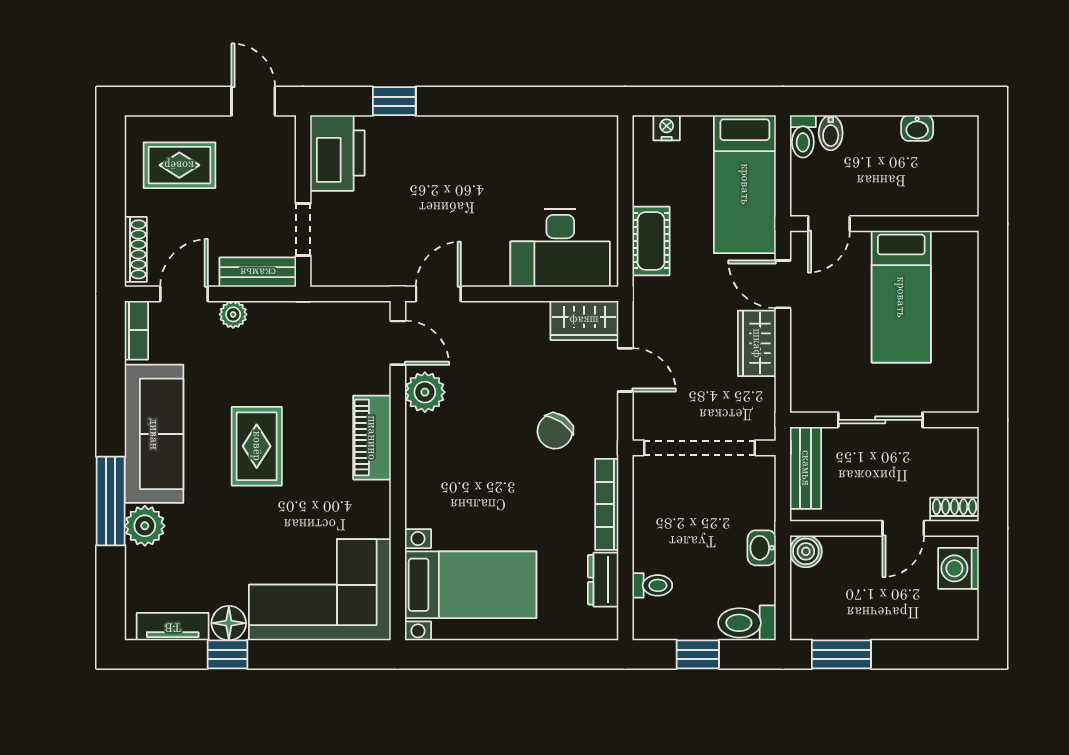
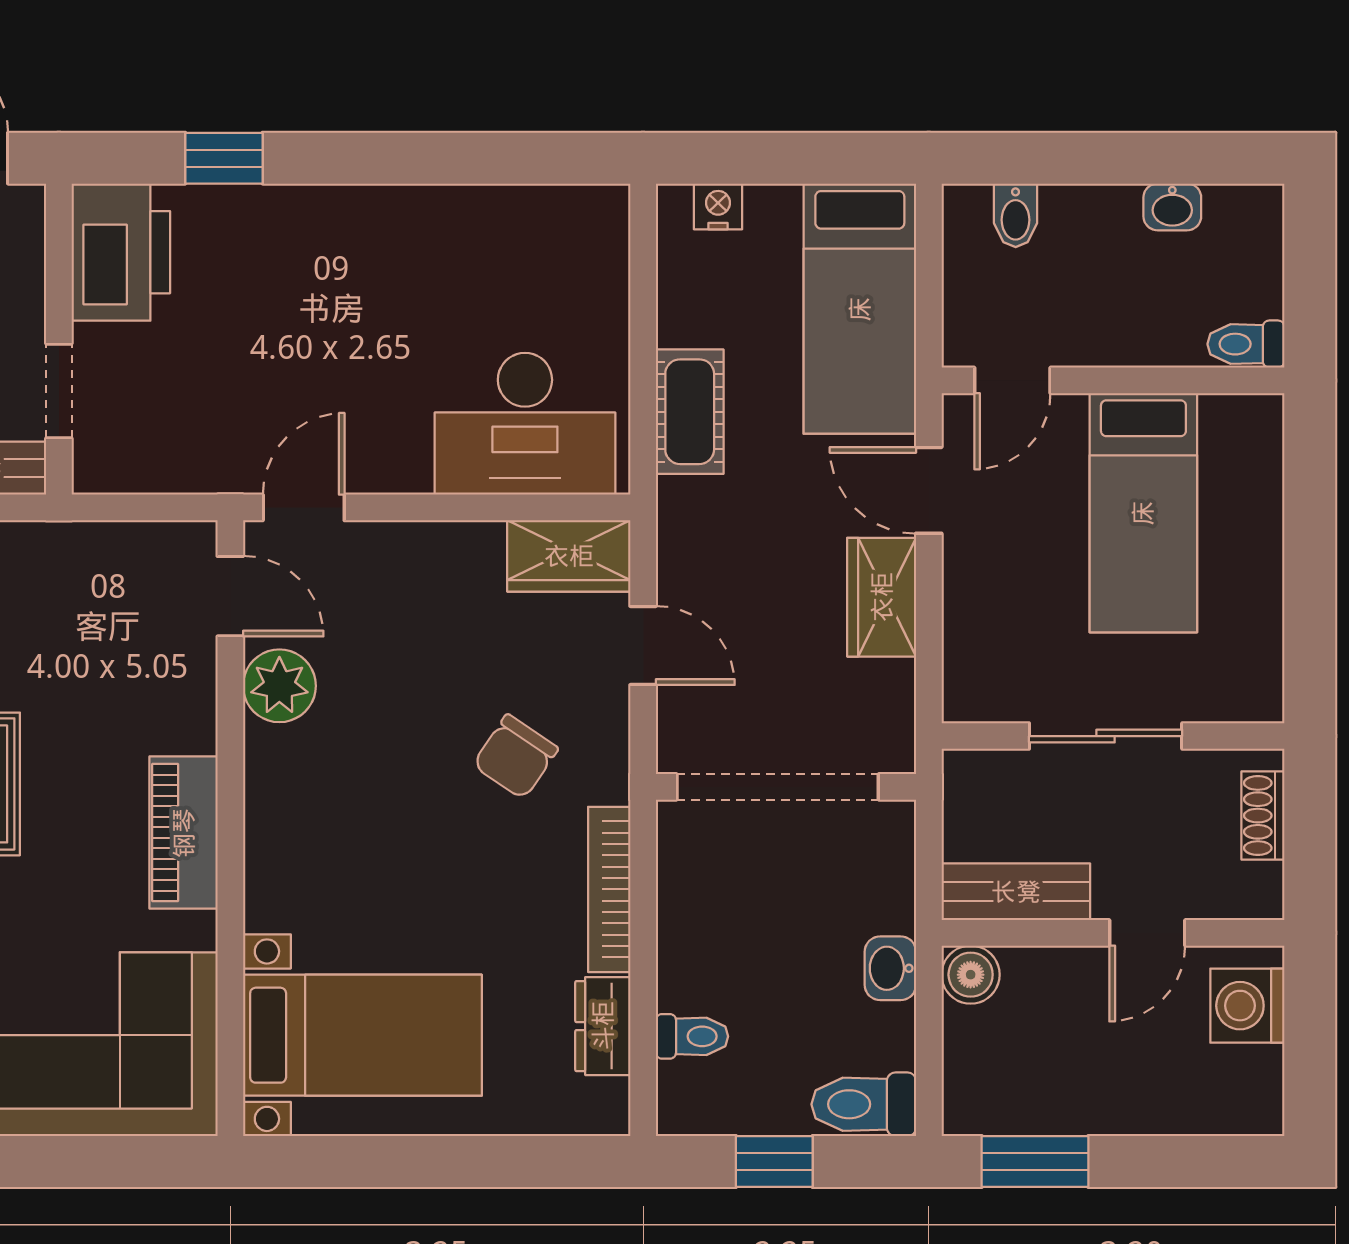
toilet: (803, 136) -> (1246, 344), moved, turned 90
piano: (372, 438) -> (184, 833), moved
bench: (806, 468) -> (1016, 892), moved, turned 90
shoe rack: (955, 509) -> (1263, 816), moved, turned -90

